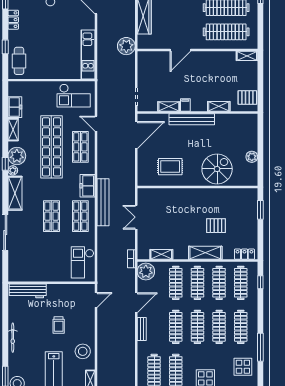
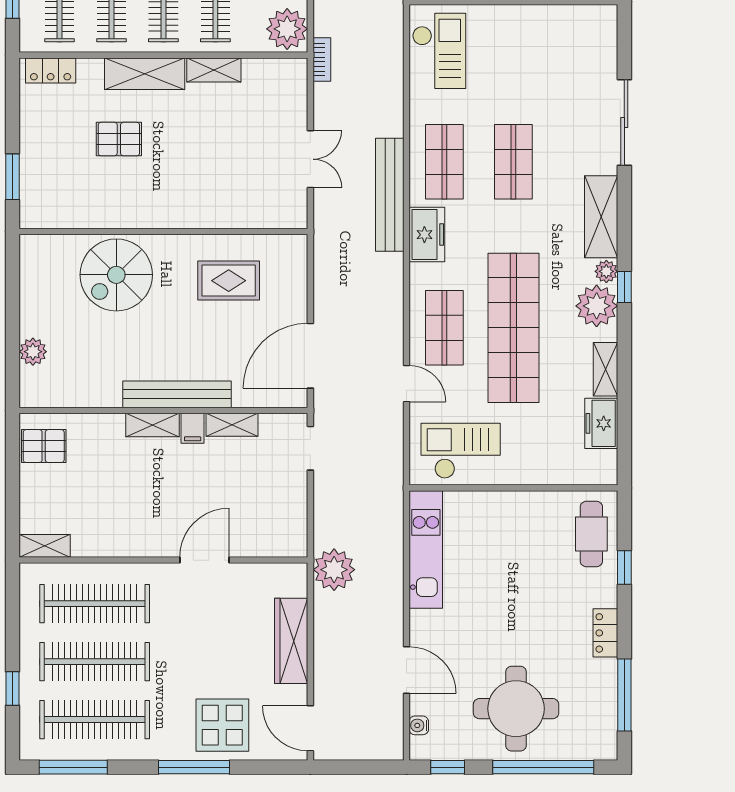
shelving: (219, 106) -> (152, 425), moved
plant: (252, 157) -> (33, 352), moved
shelving: (161, 254) -> (214, 70), moved

